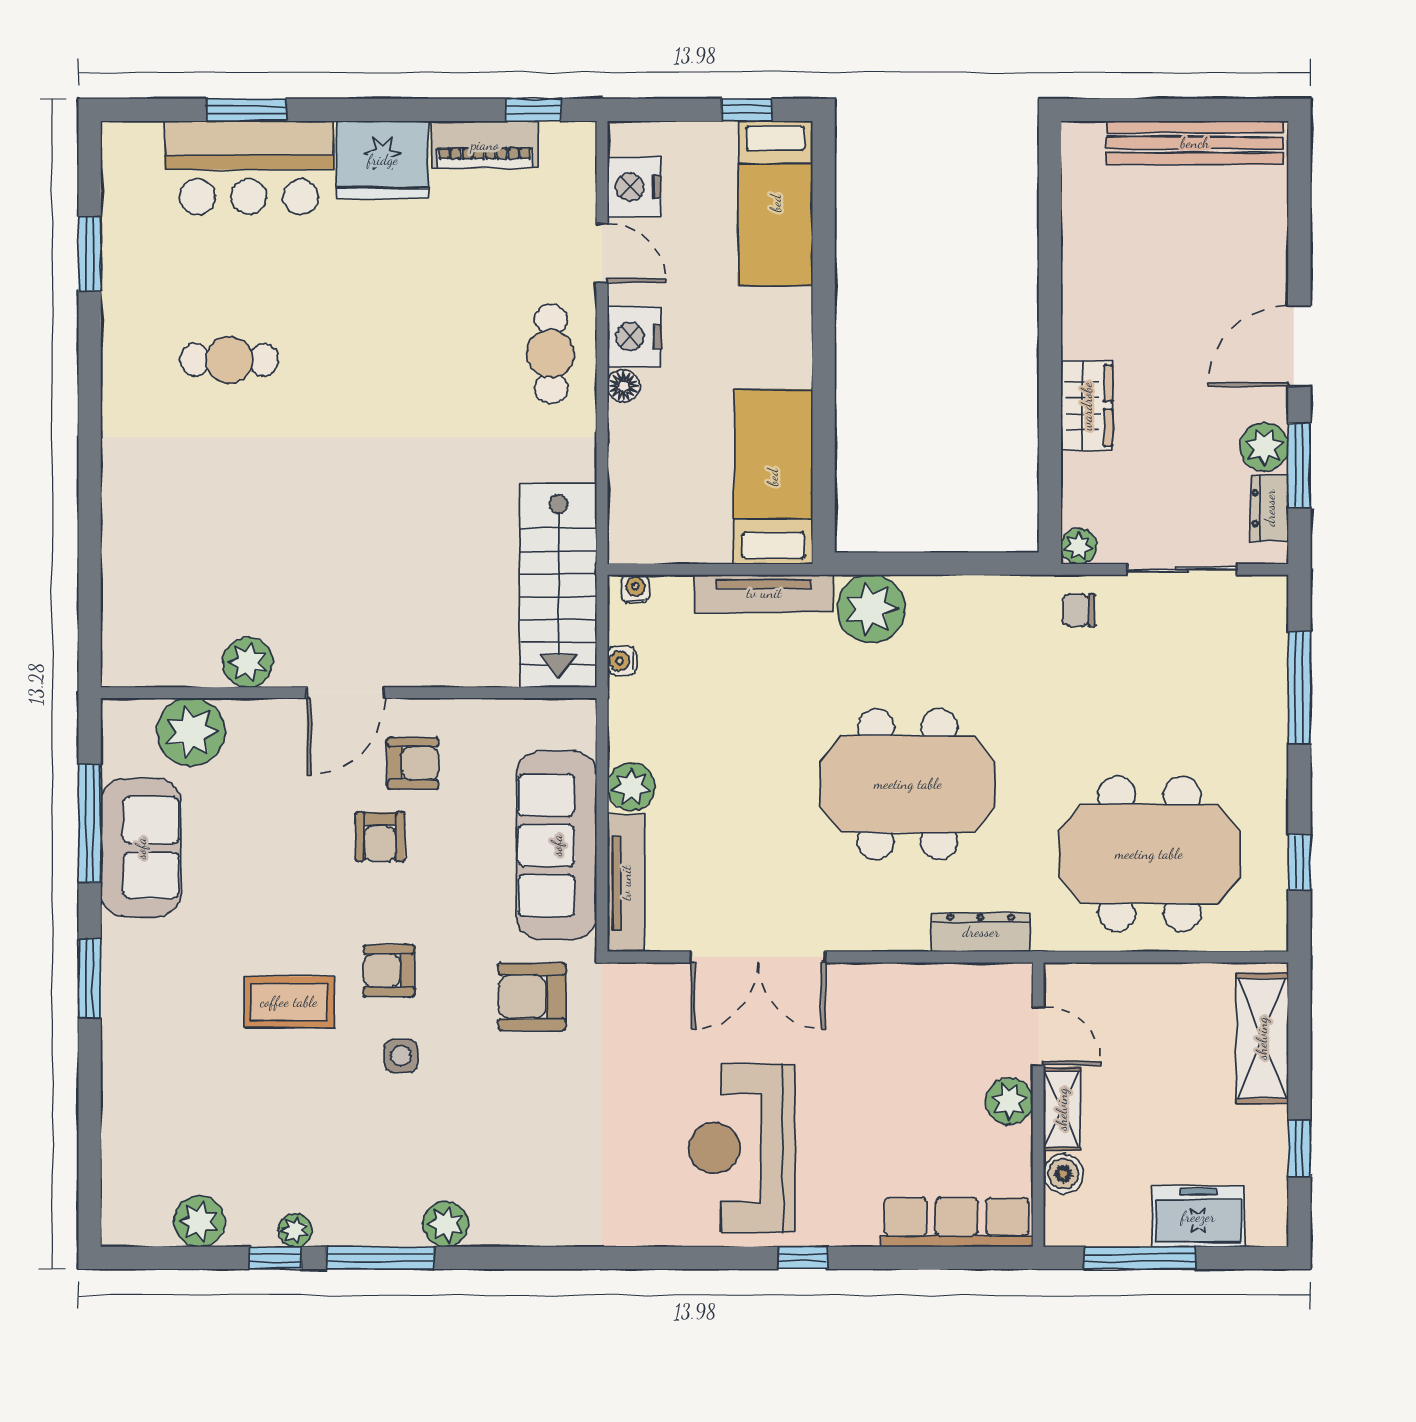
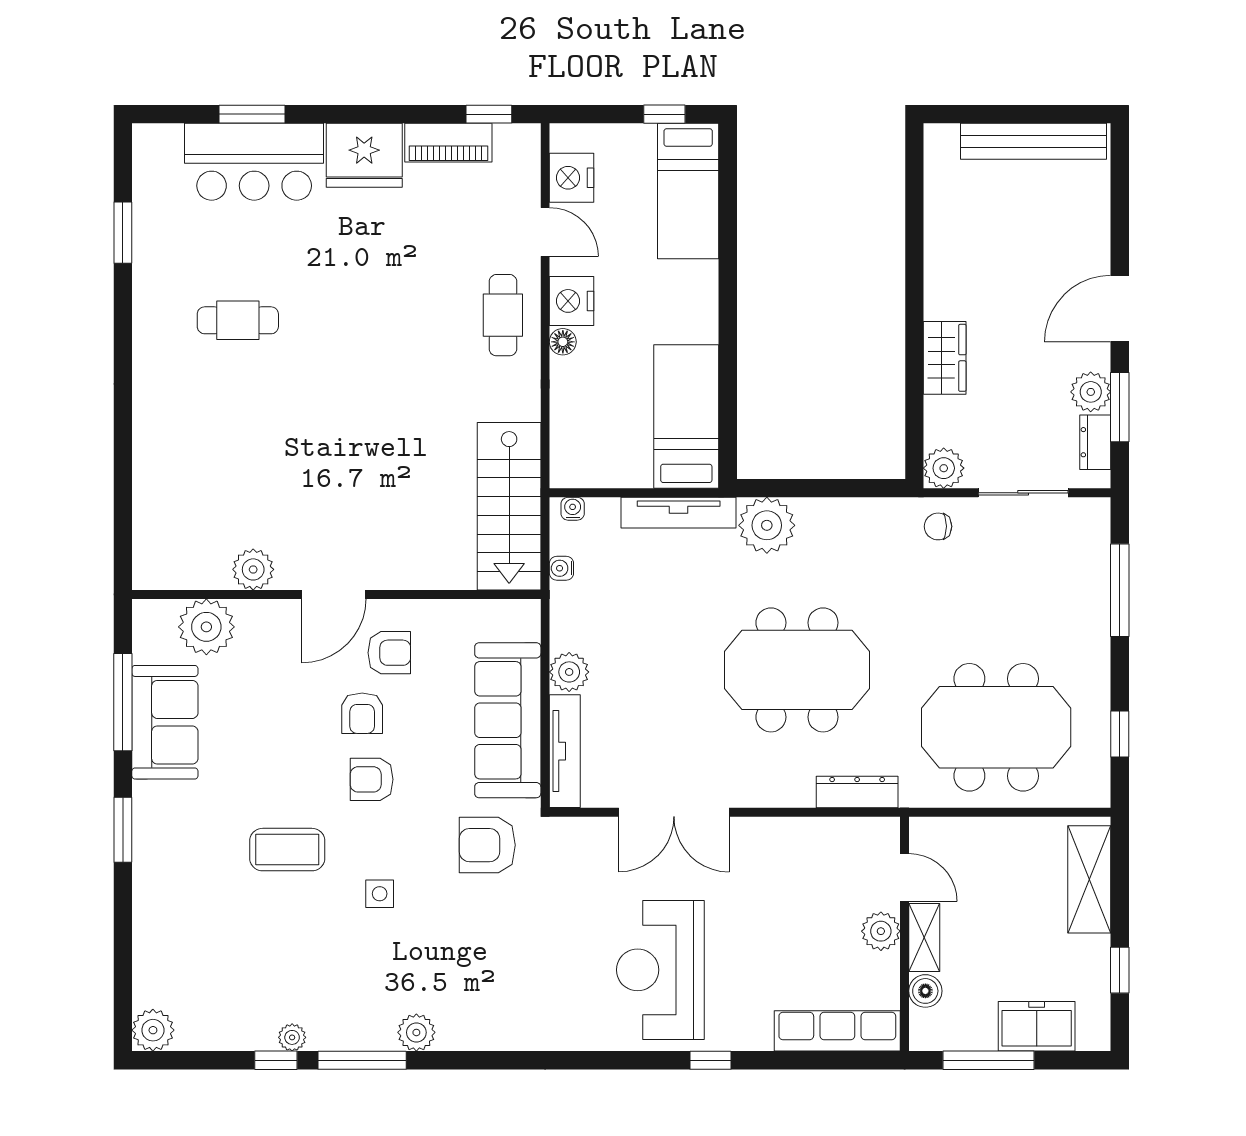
plant: (1079, 546) -> (944, 468), width x1.38, depth x1.38
armchair: (389, 971) -> (372, 779), moved
plant: (199, 1221) -> (153, 1030), moved

